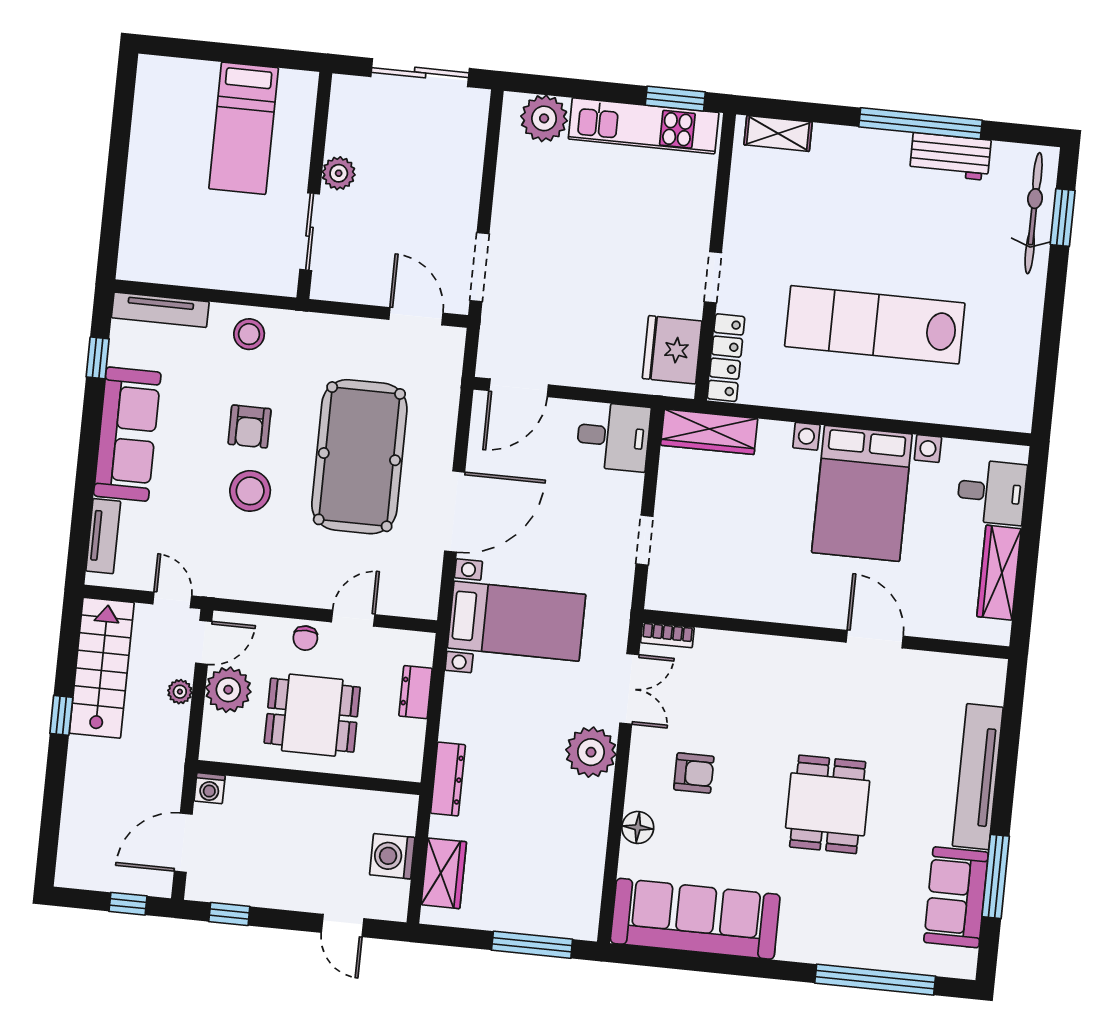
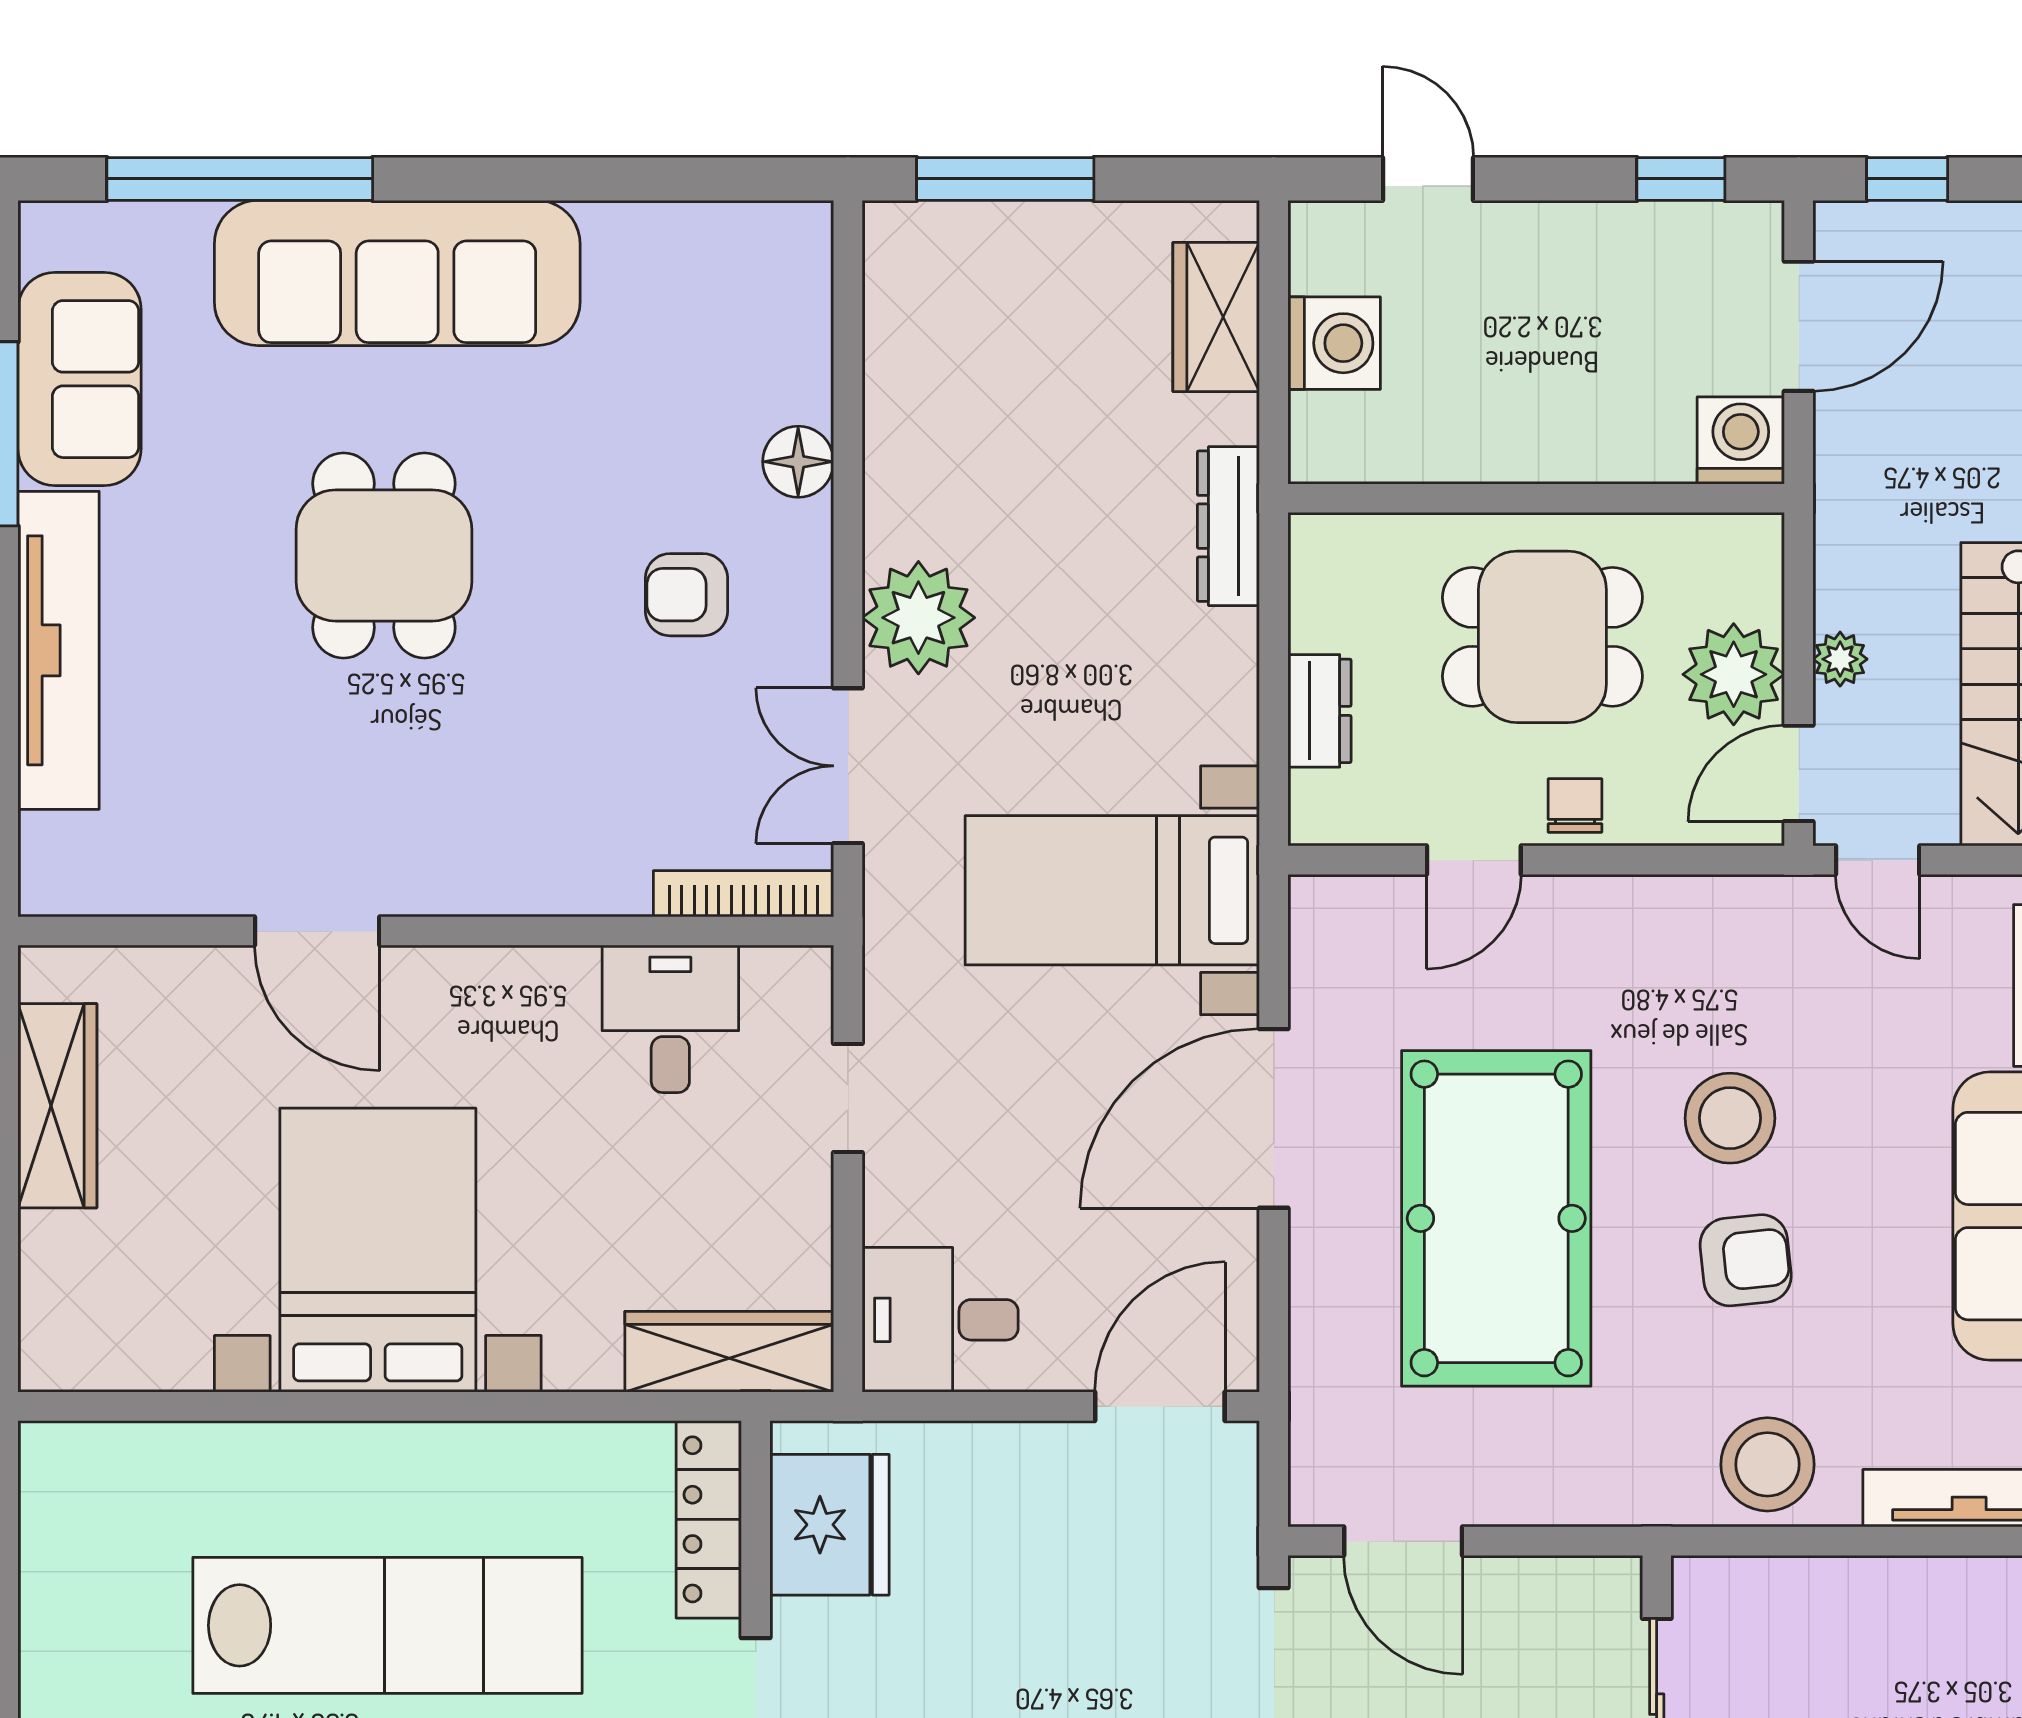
stool: (249, 334) -> (1767, 1464), width x1.38, depth x1.38
armchair: (250, 427) -> (1746, 1260), turned 84
desk: (992, 492) -> (670, 1019), moved, turned 90
bookcase: (667, 635) -> (744, 894), width x1.56
washing machine: (210, 788) -> (1741, 440), width x1.38, depth x1.38
sofa: (695, 919) -> (397, 273), moved

